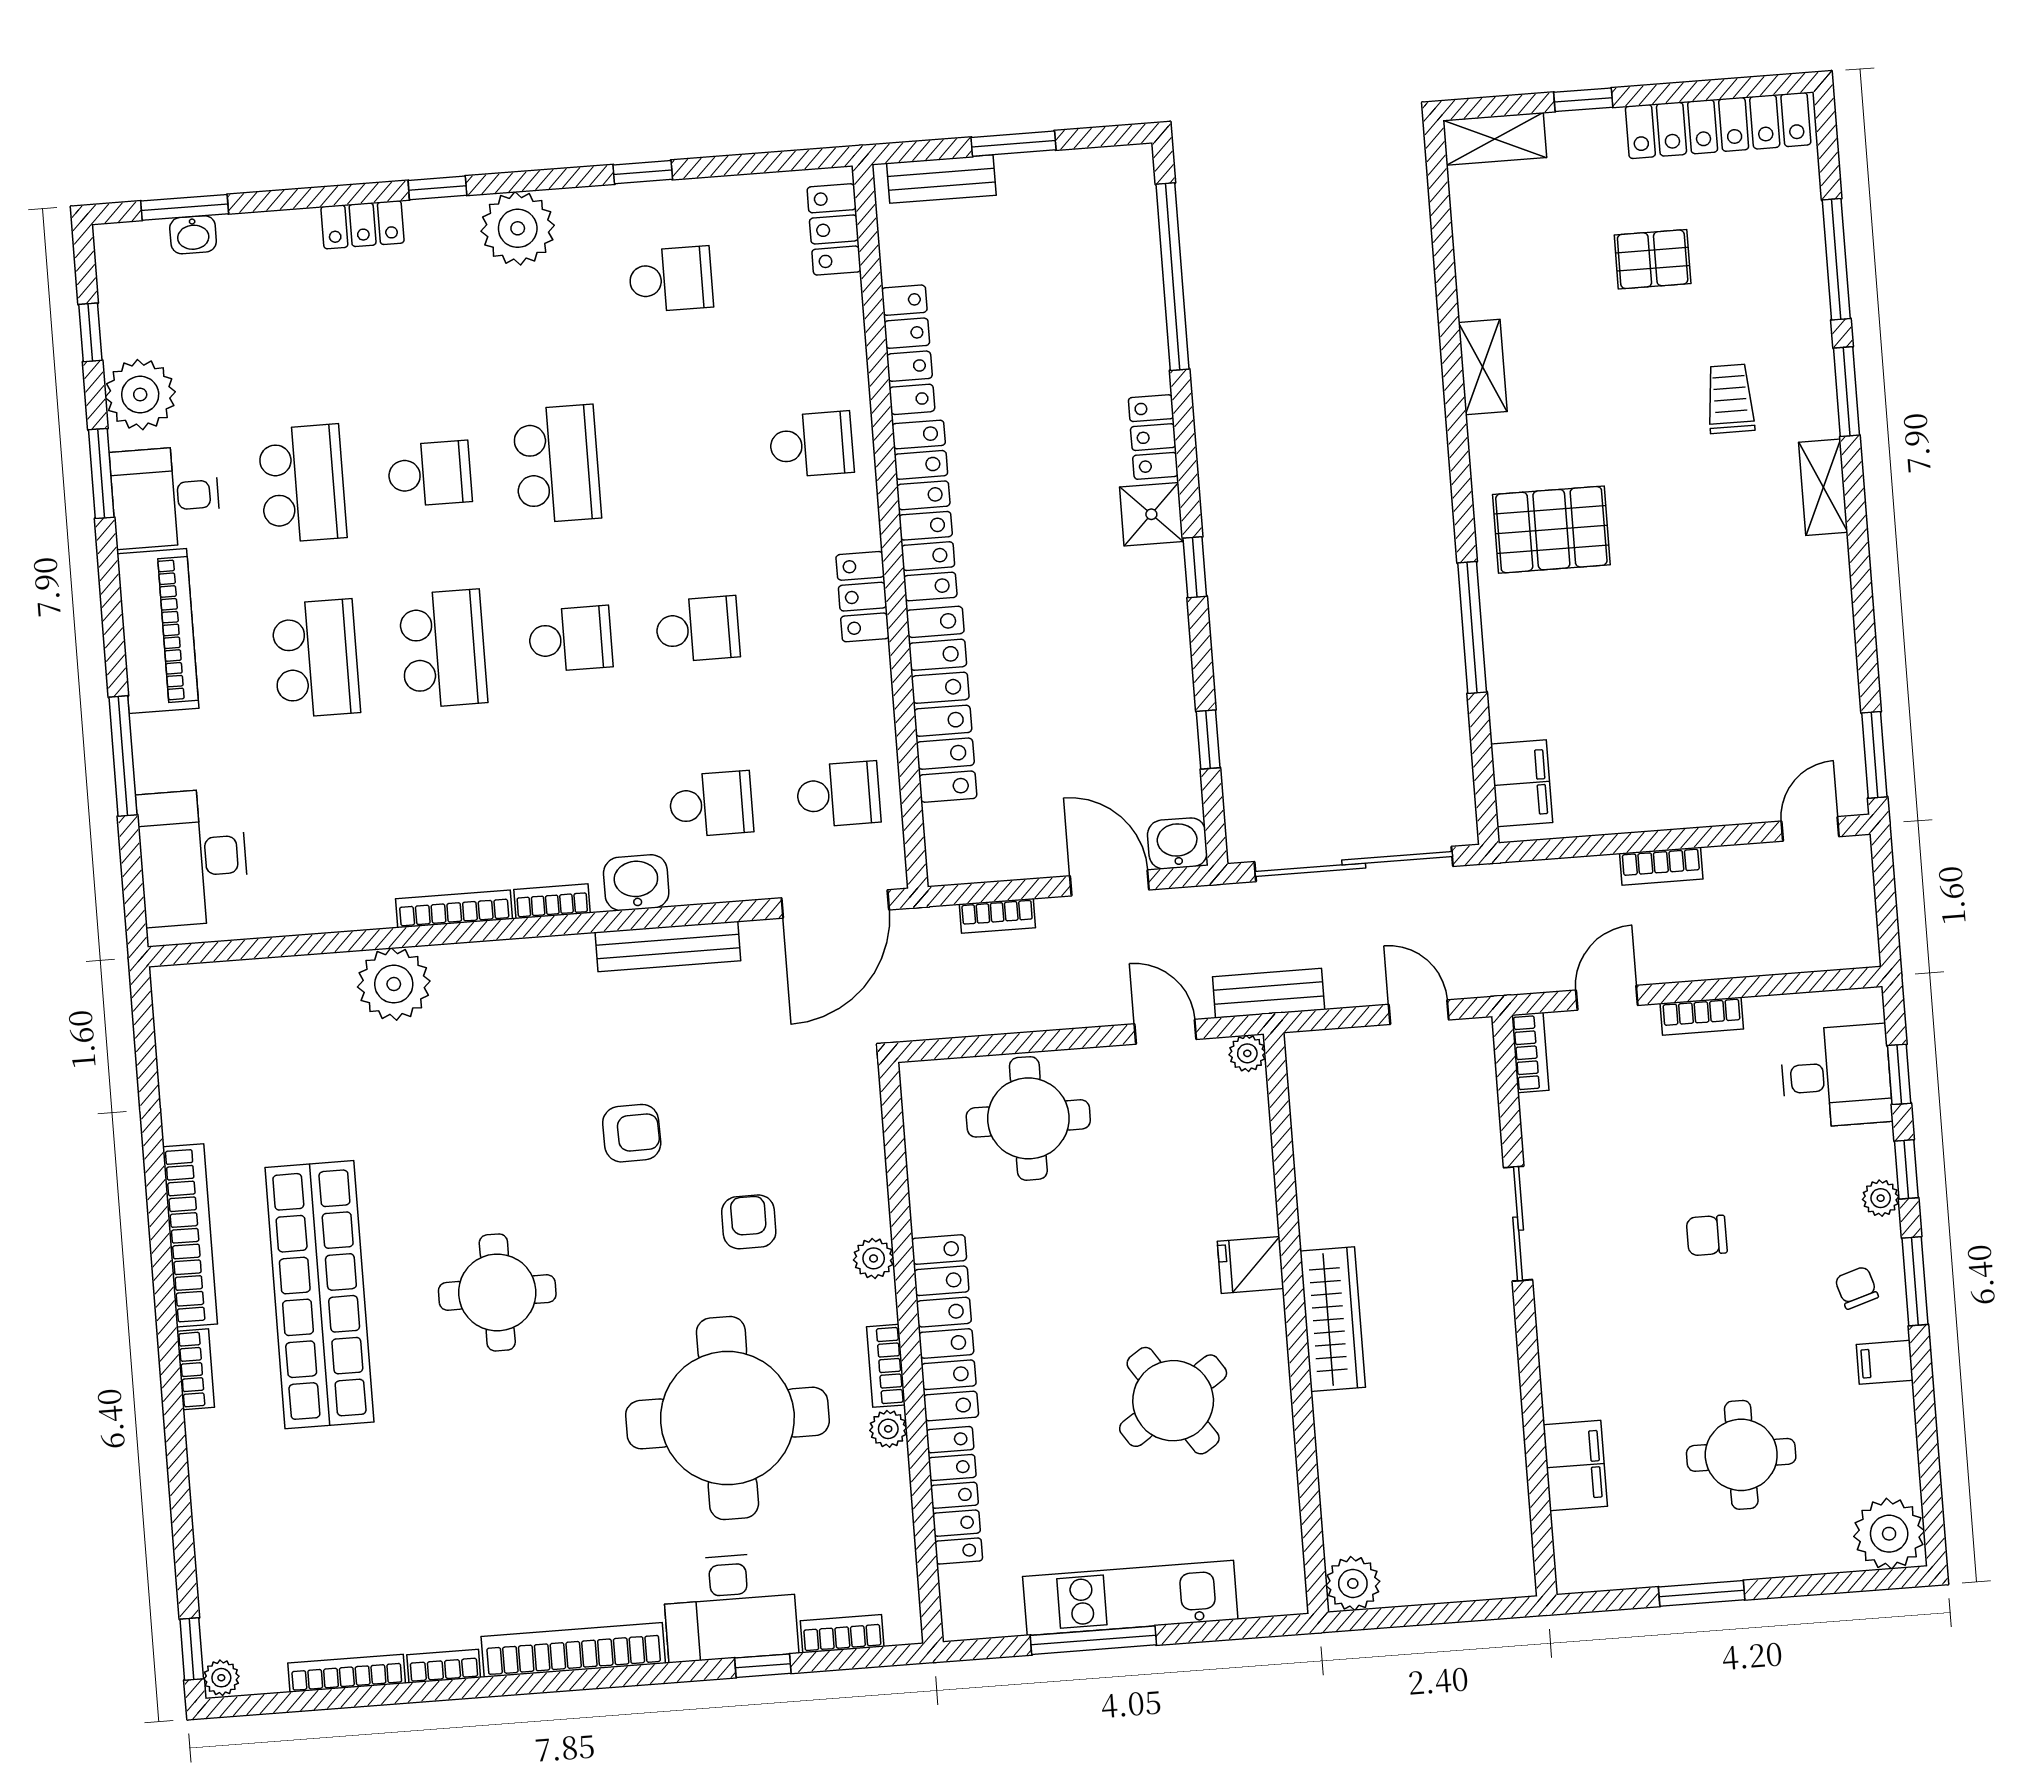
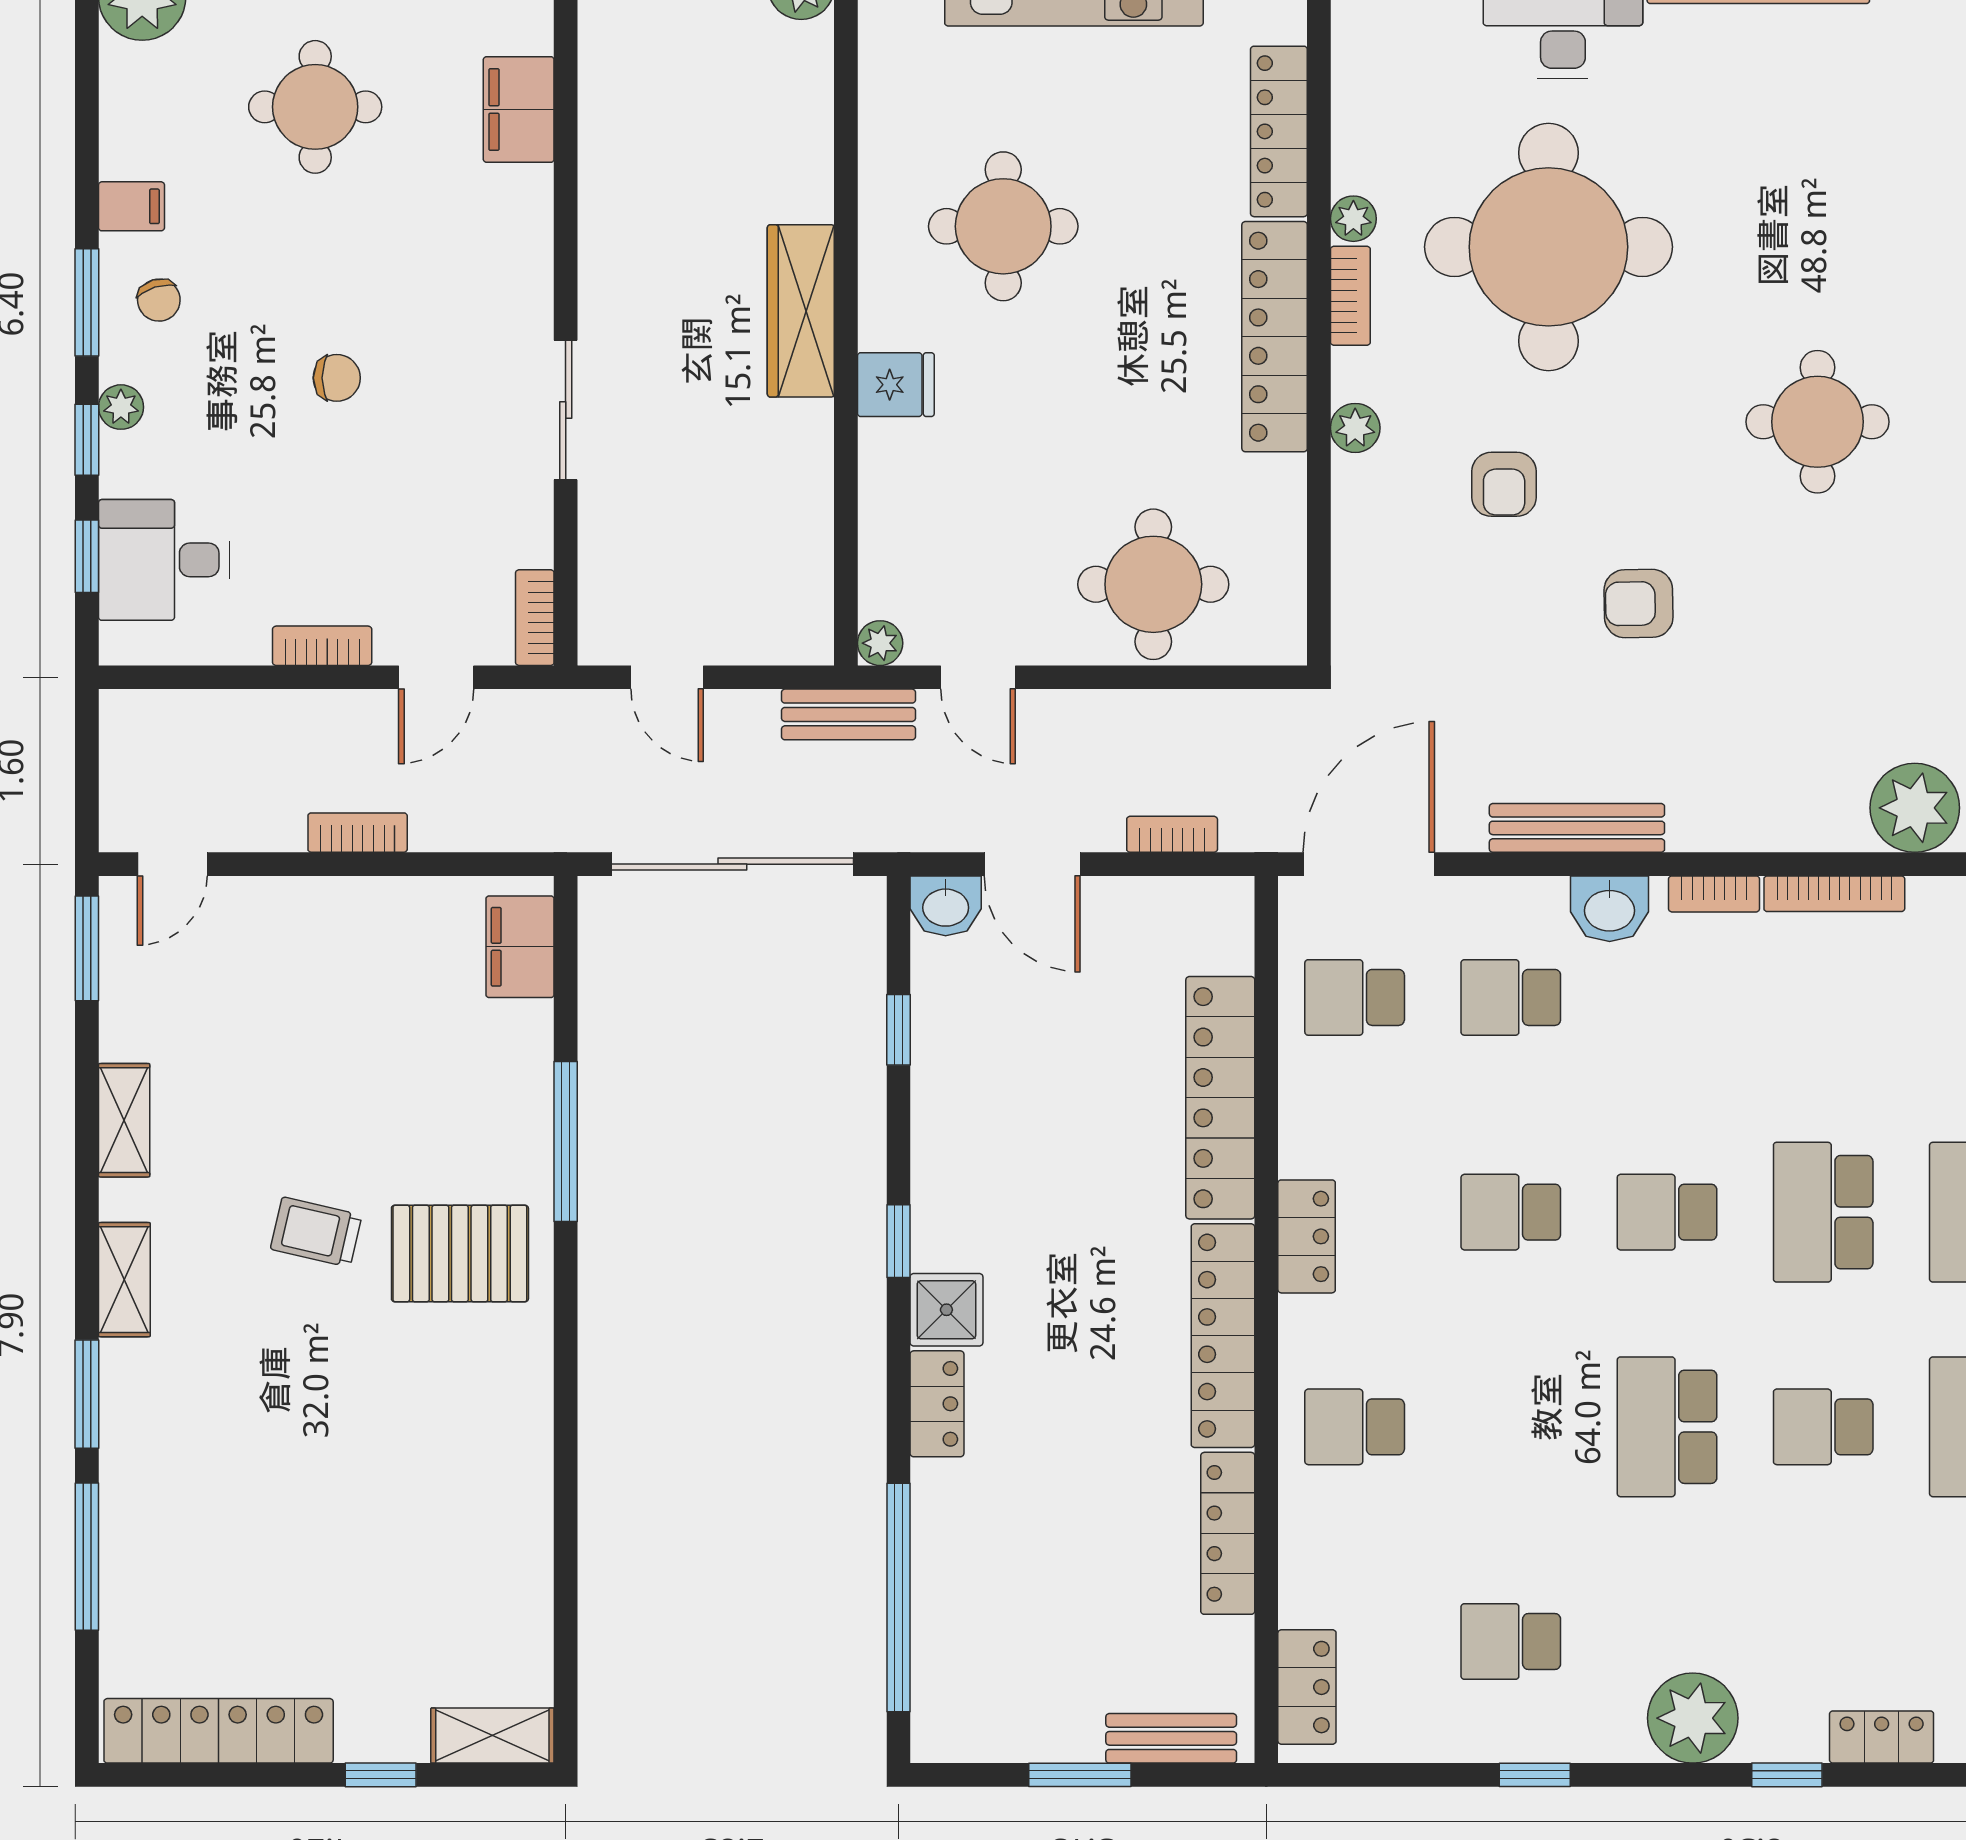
pallet: (1653, 259) -> (311, 1574), removed
shelving: (1483, 367) -> (124, 1120), moved
trolley: (1730, 399) -> (316, 1232), moved, turned 103
round table: (1173, 1401) -> (1003, 226), turned 34

